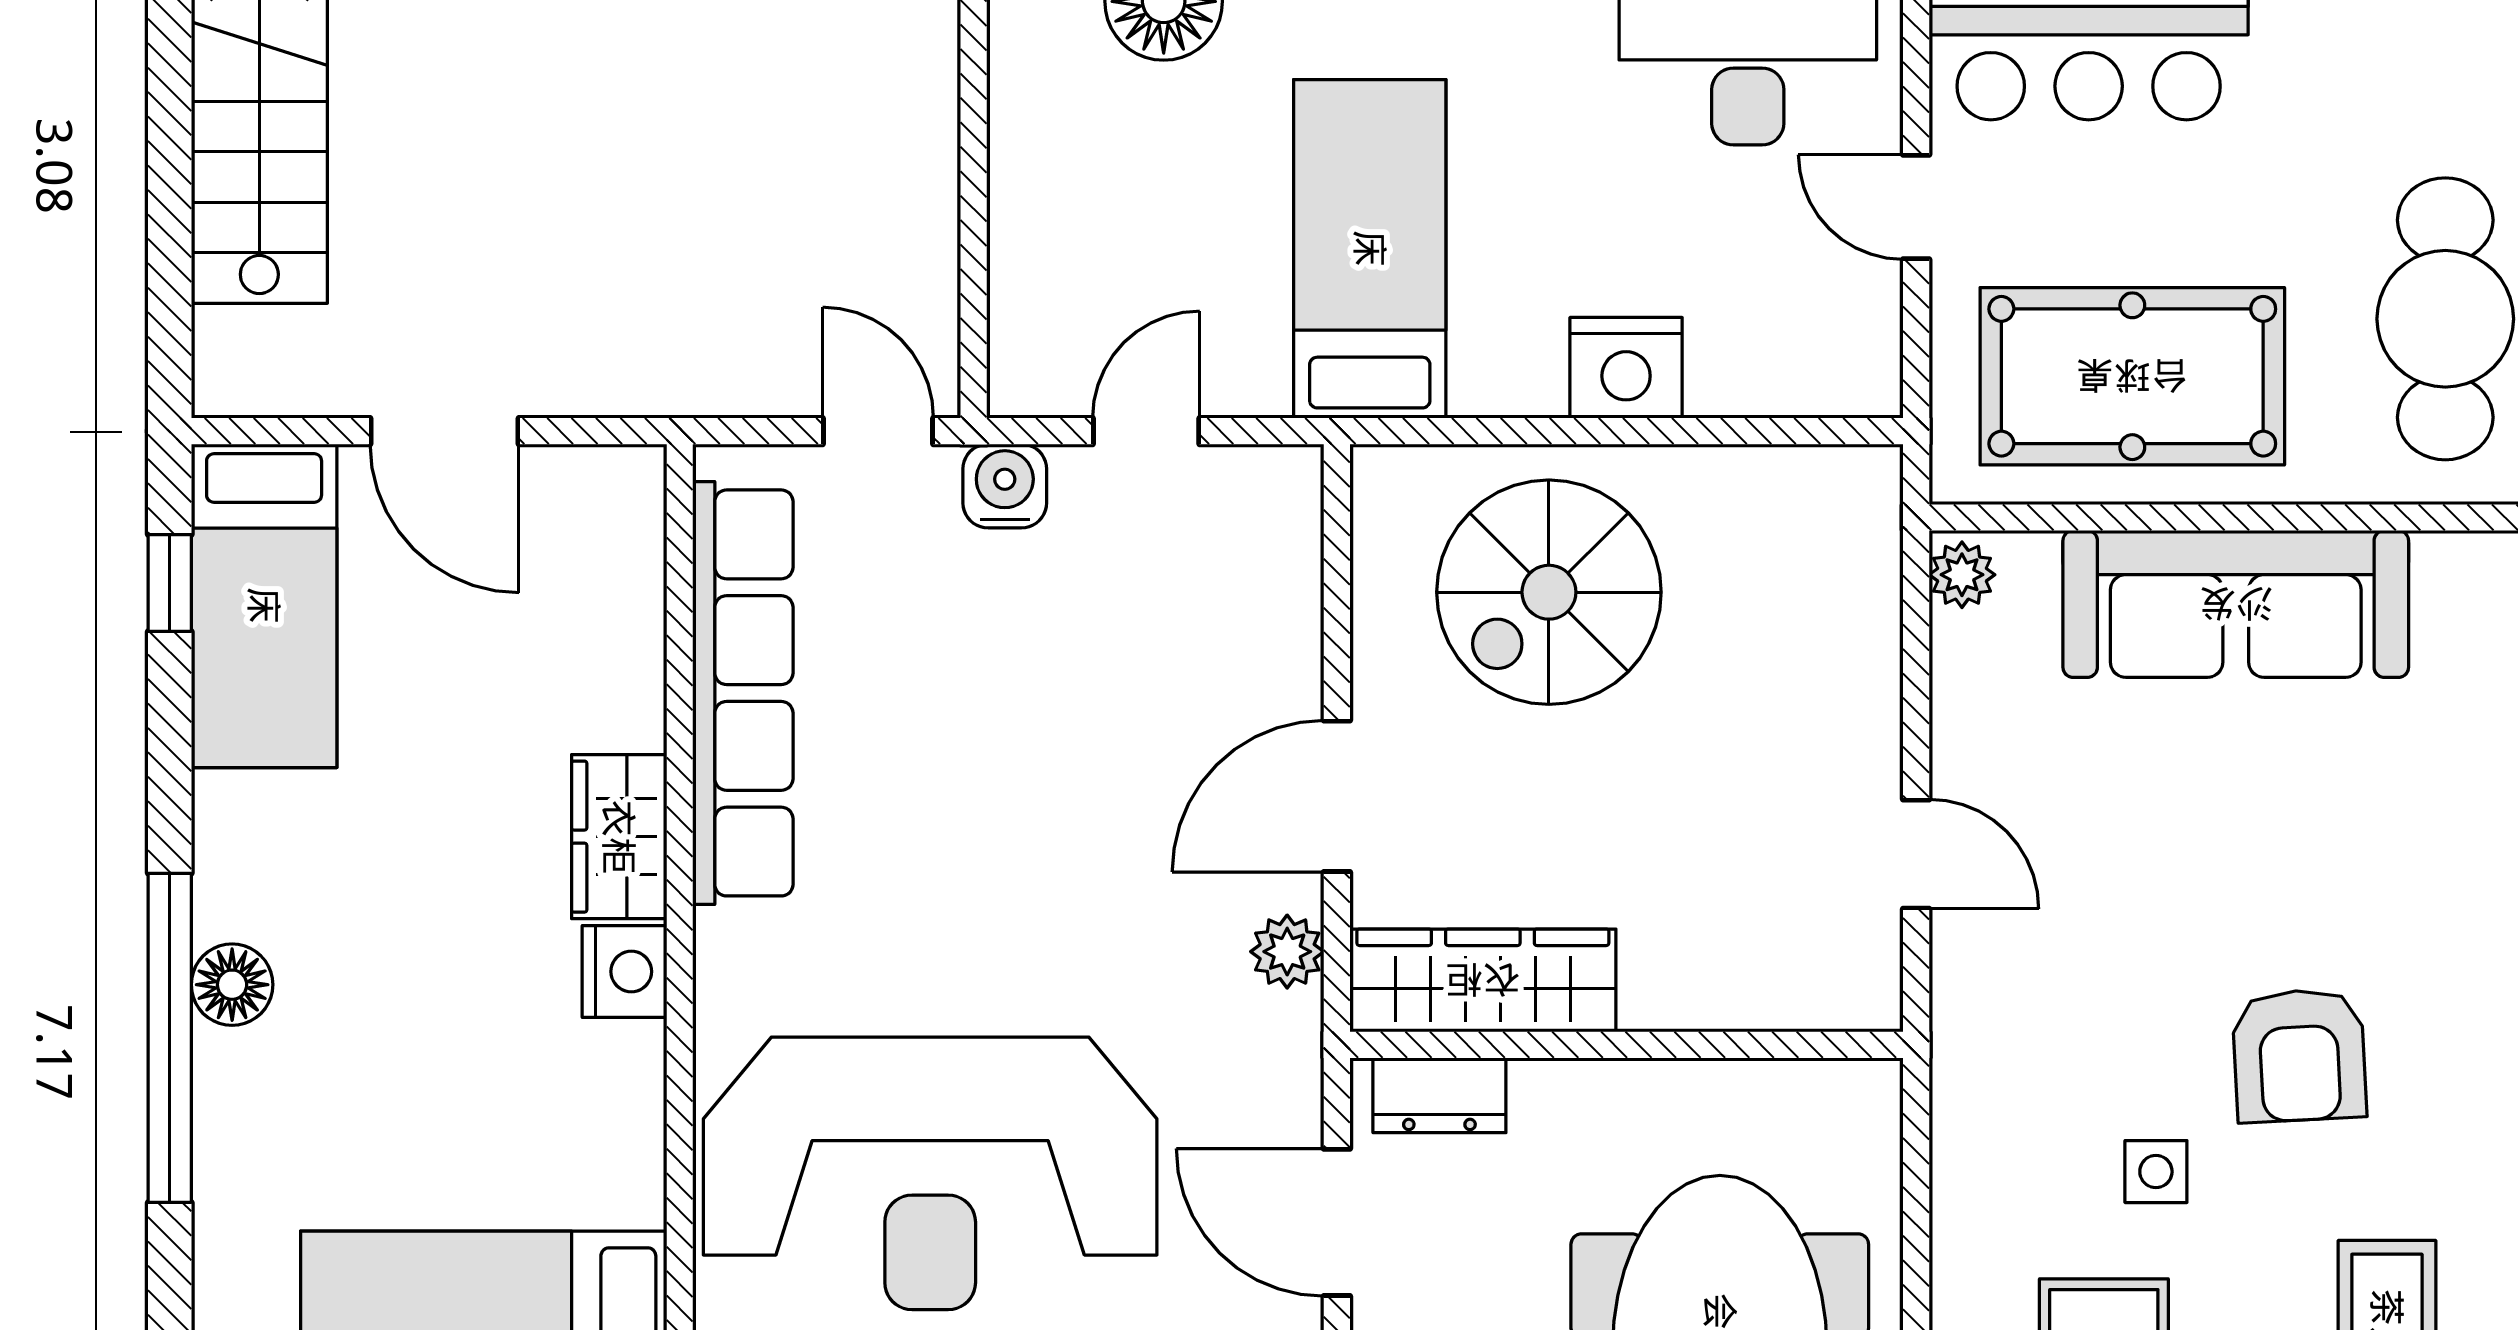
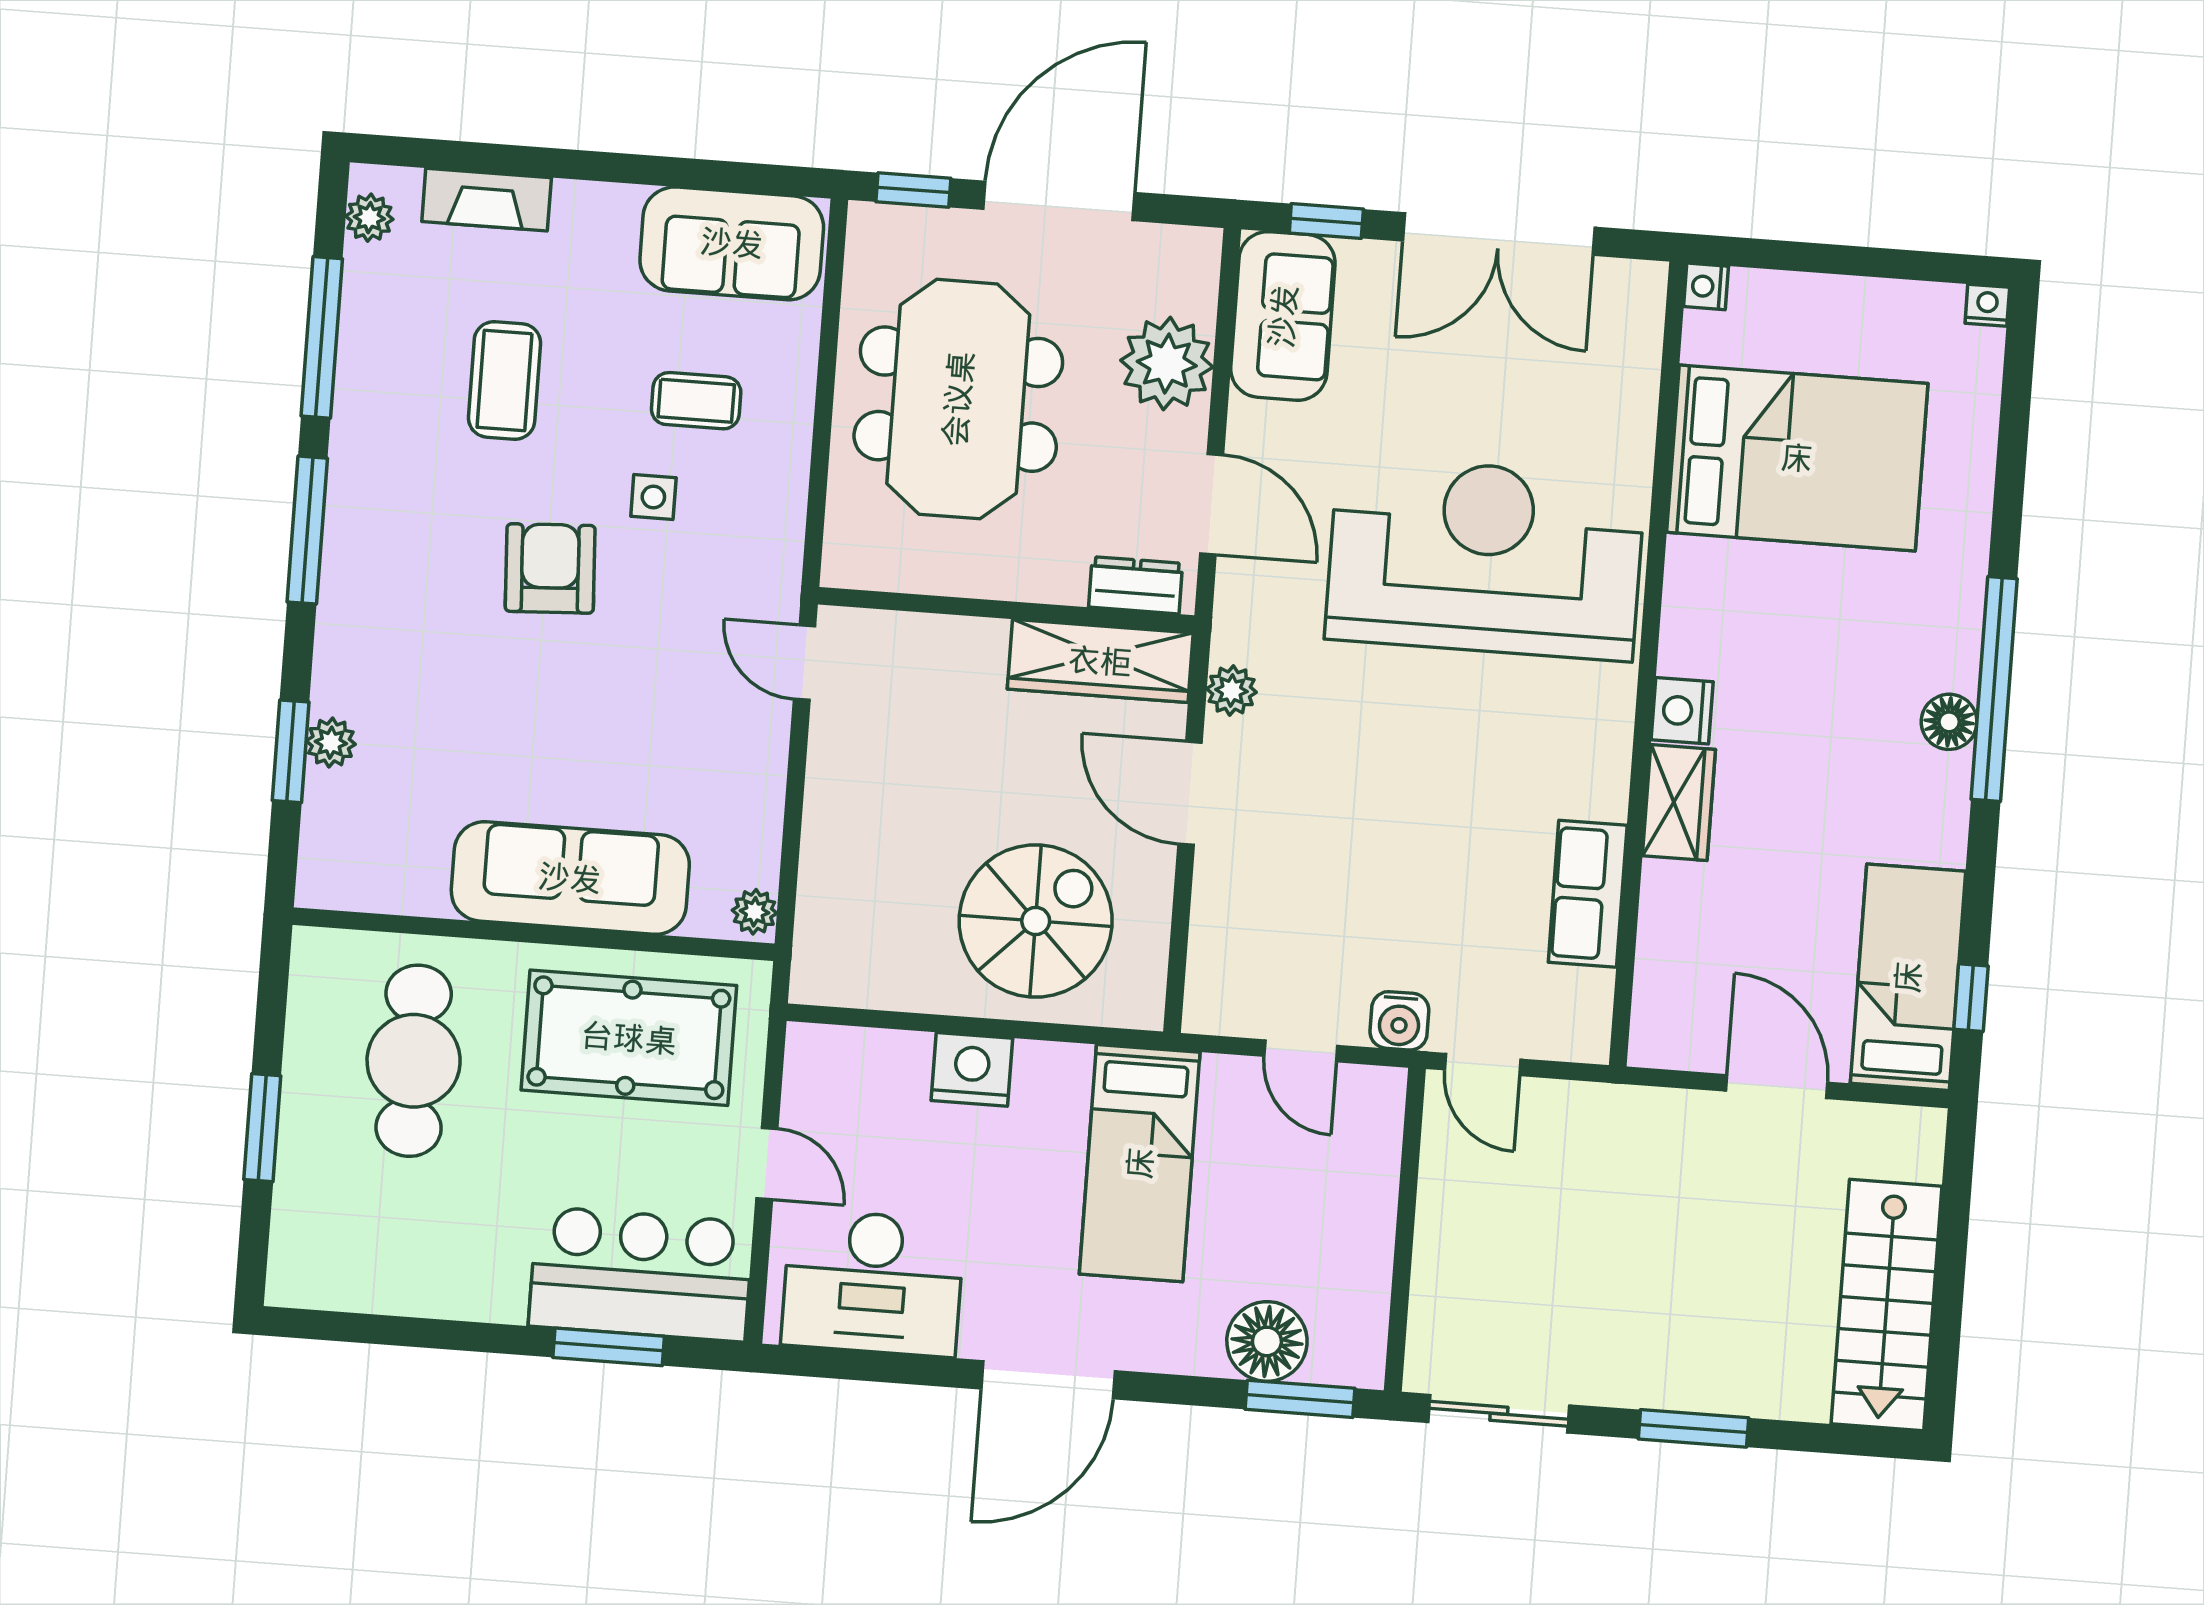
door: (1146, 431) -> (1301, 1051), hinge flipped
row of seats: (743, 693) -> (1588, 894), width x0.50
door: (1337, 796) -> (1190, 793), swing flipped
door: (1916, 854) -> (805, 663), moved

